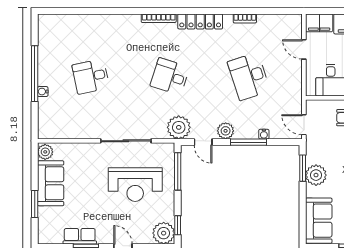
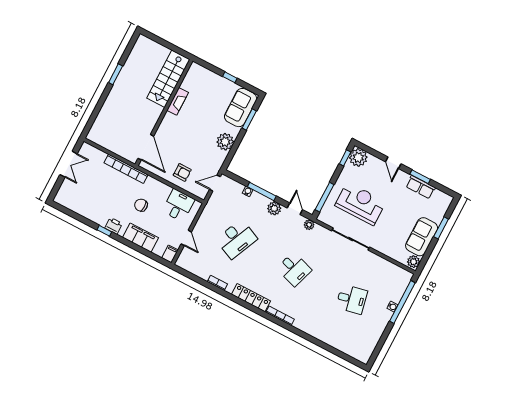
filing cabinet: (319, 23) -> (170, 254), width x0.50
window: (35, 74) -> (402, 302), moved
desk: (249, 76) -> (237, 239), turned 42
door: (304, 125) -> (215, 183), swing flipped
plant: (179, 127) -> (309, 225), width x0.53, depth x0.53
window: (303, 168) -> (249, 119), moved

